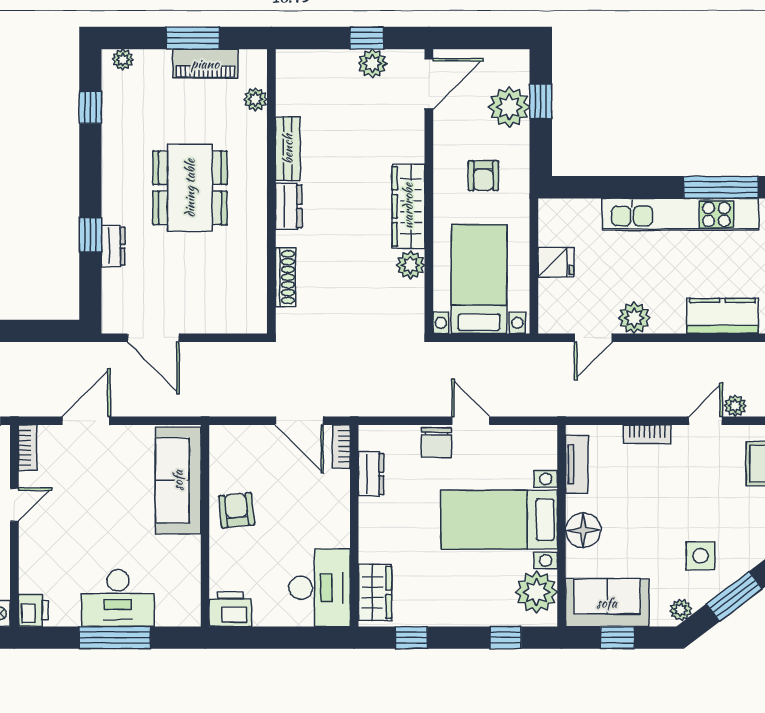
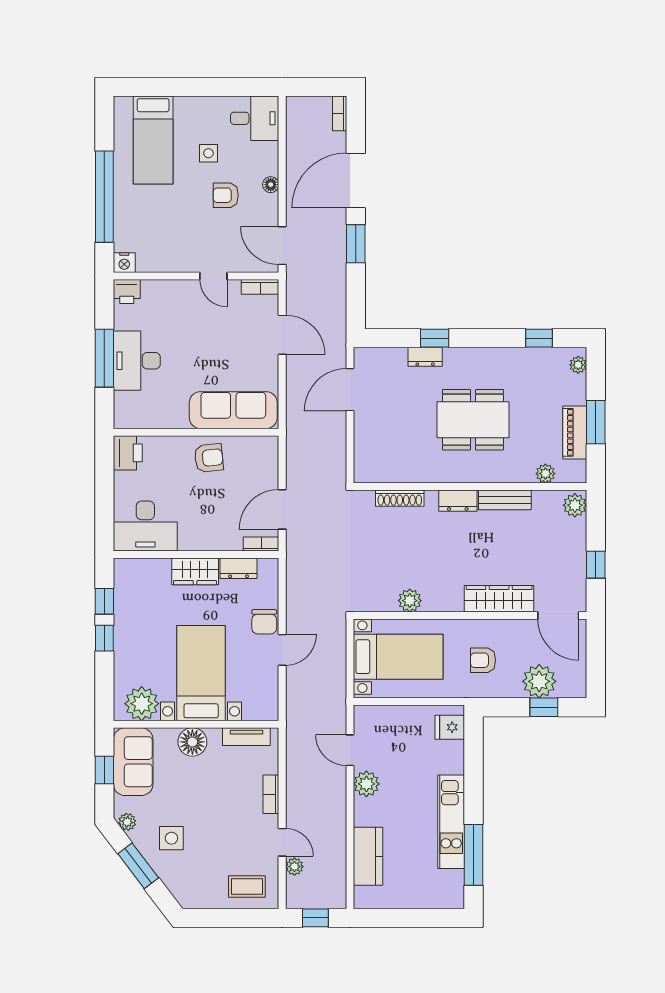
plant: (372, 63) -> (575, 505), moved
wardrobe: (408, 206) -> (499, 599), moved
kitchen unit: (680, 214) -> (451, 822), width x0.73
fridge: (556, 262) -> (450, 727), moved, turned 90
chair: (436, 443) -> (264, 622), turned -90
wardrobe: (375, 592) -> (195, 571), moved
window: (506, 638) -> (104, 638), moved

